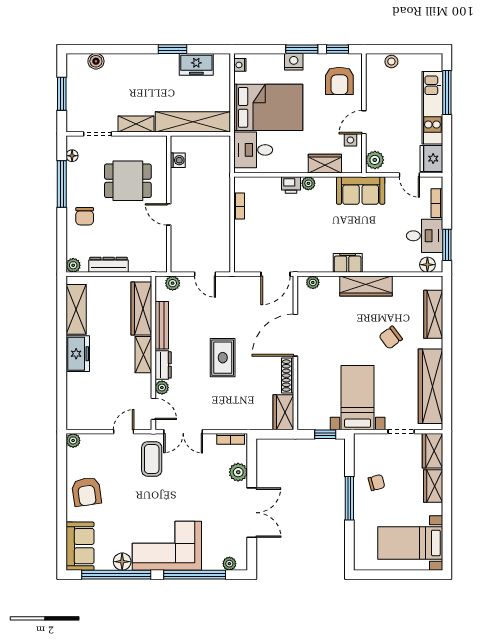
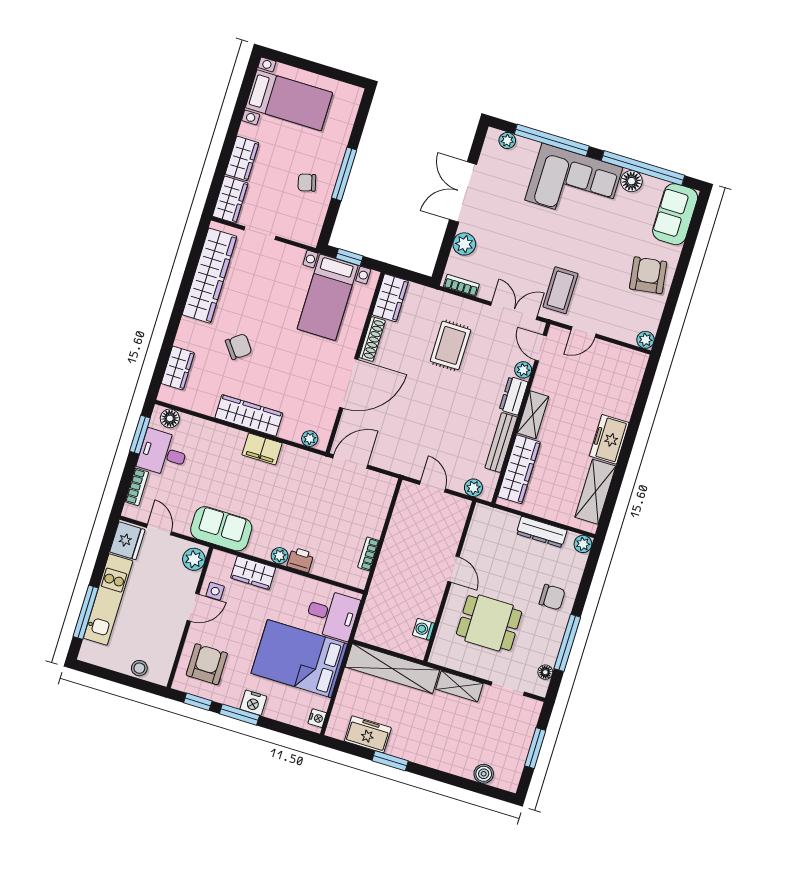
chair: (85, 216) -> (552, 597), turned 90
wardrobe: (433, 314) -> (178, 368), width x0.67
rug: (223, 358) -> (450, 345), moved
bed with nightstands: (358, 398) -> (328, 297), moved

